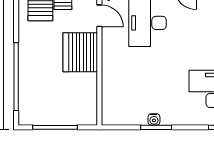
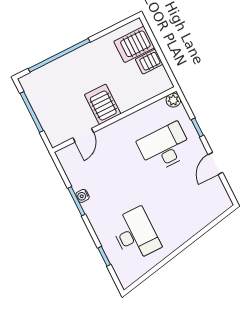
door: (99, 16) -> (83, 135), moved
server rack: (80, 52) -> (103, 104), width x0.62

